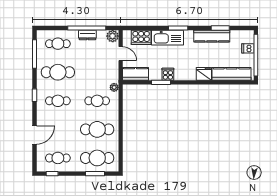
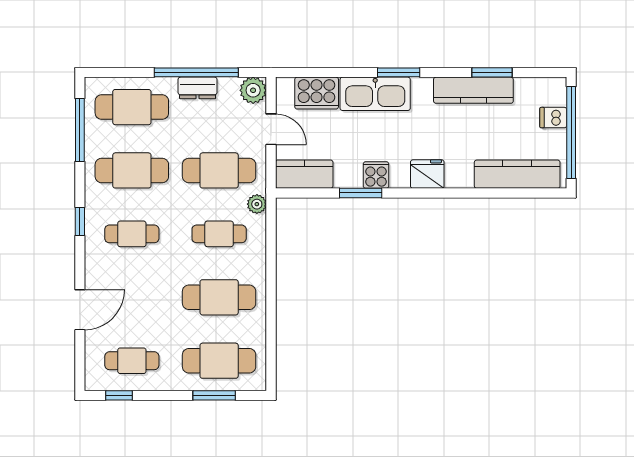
cafe table: (58, 44) -> (132, 107), width x1.37, depth x1.35
cafe table: (97, 72) -> (219, 170), added
fridge: (204, 74) -> (427, 174), moved

